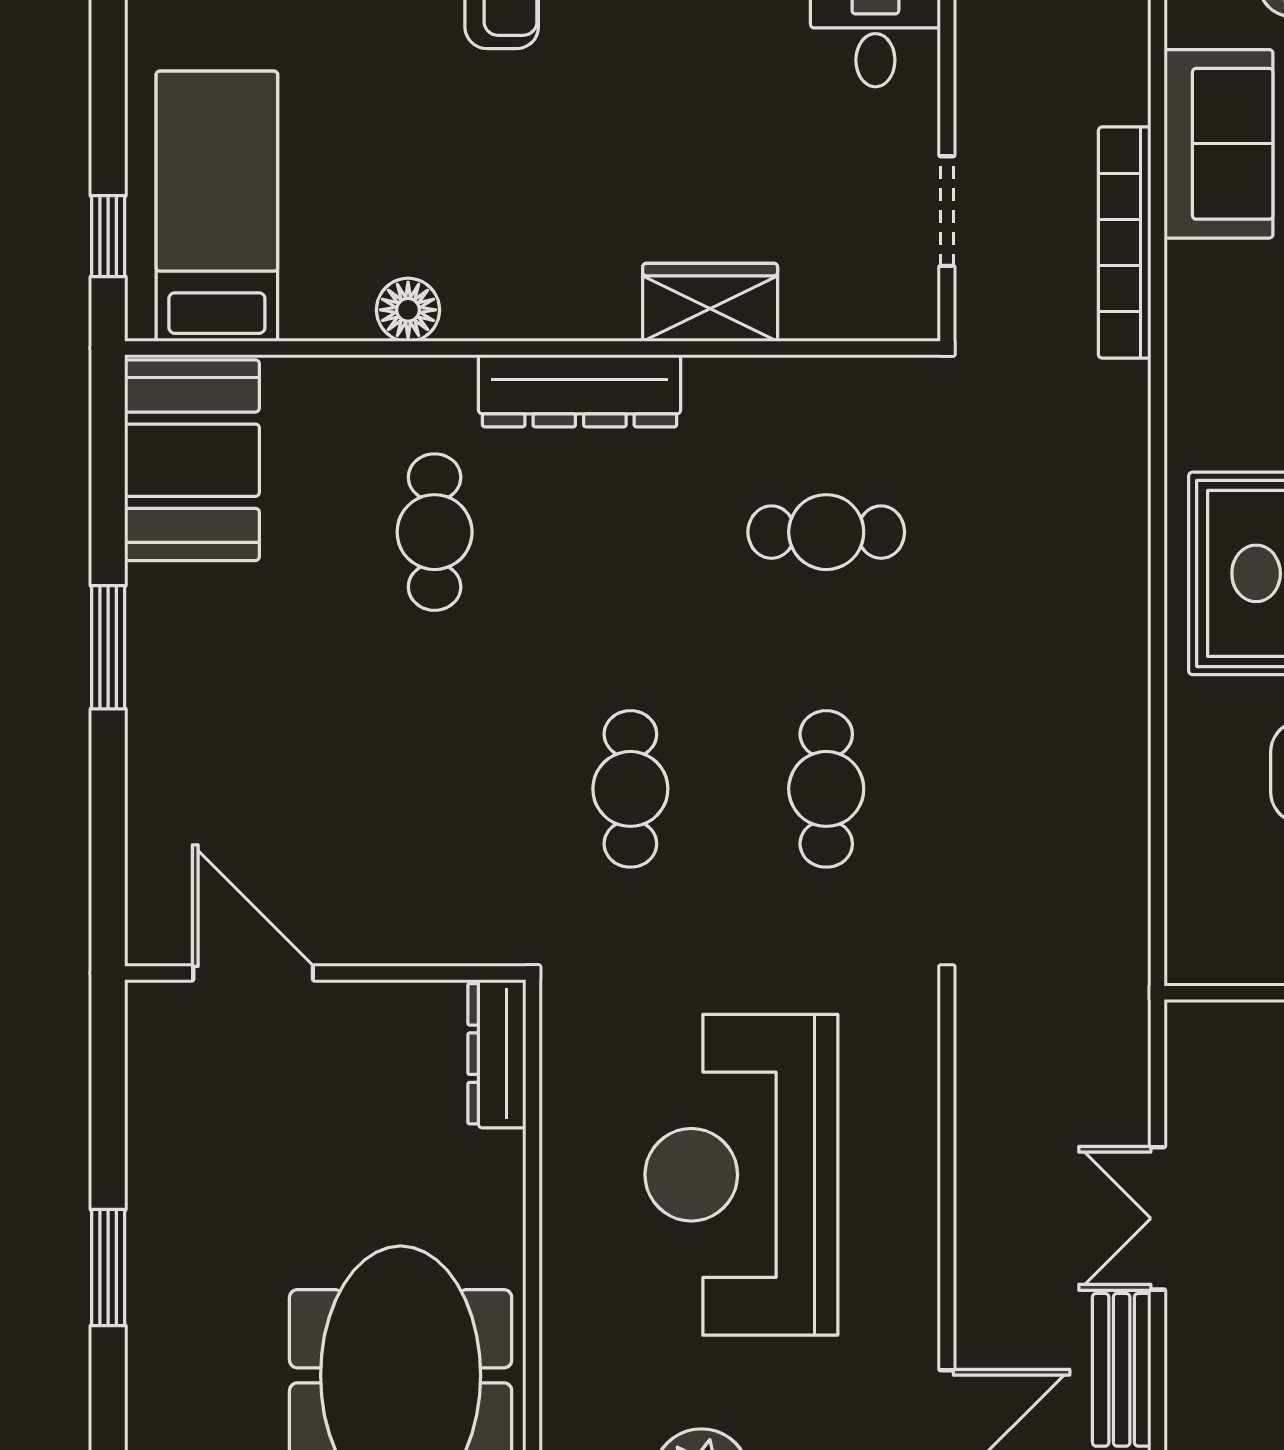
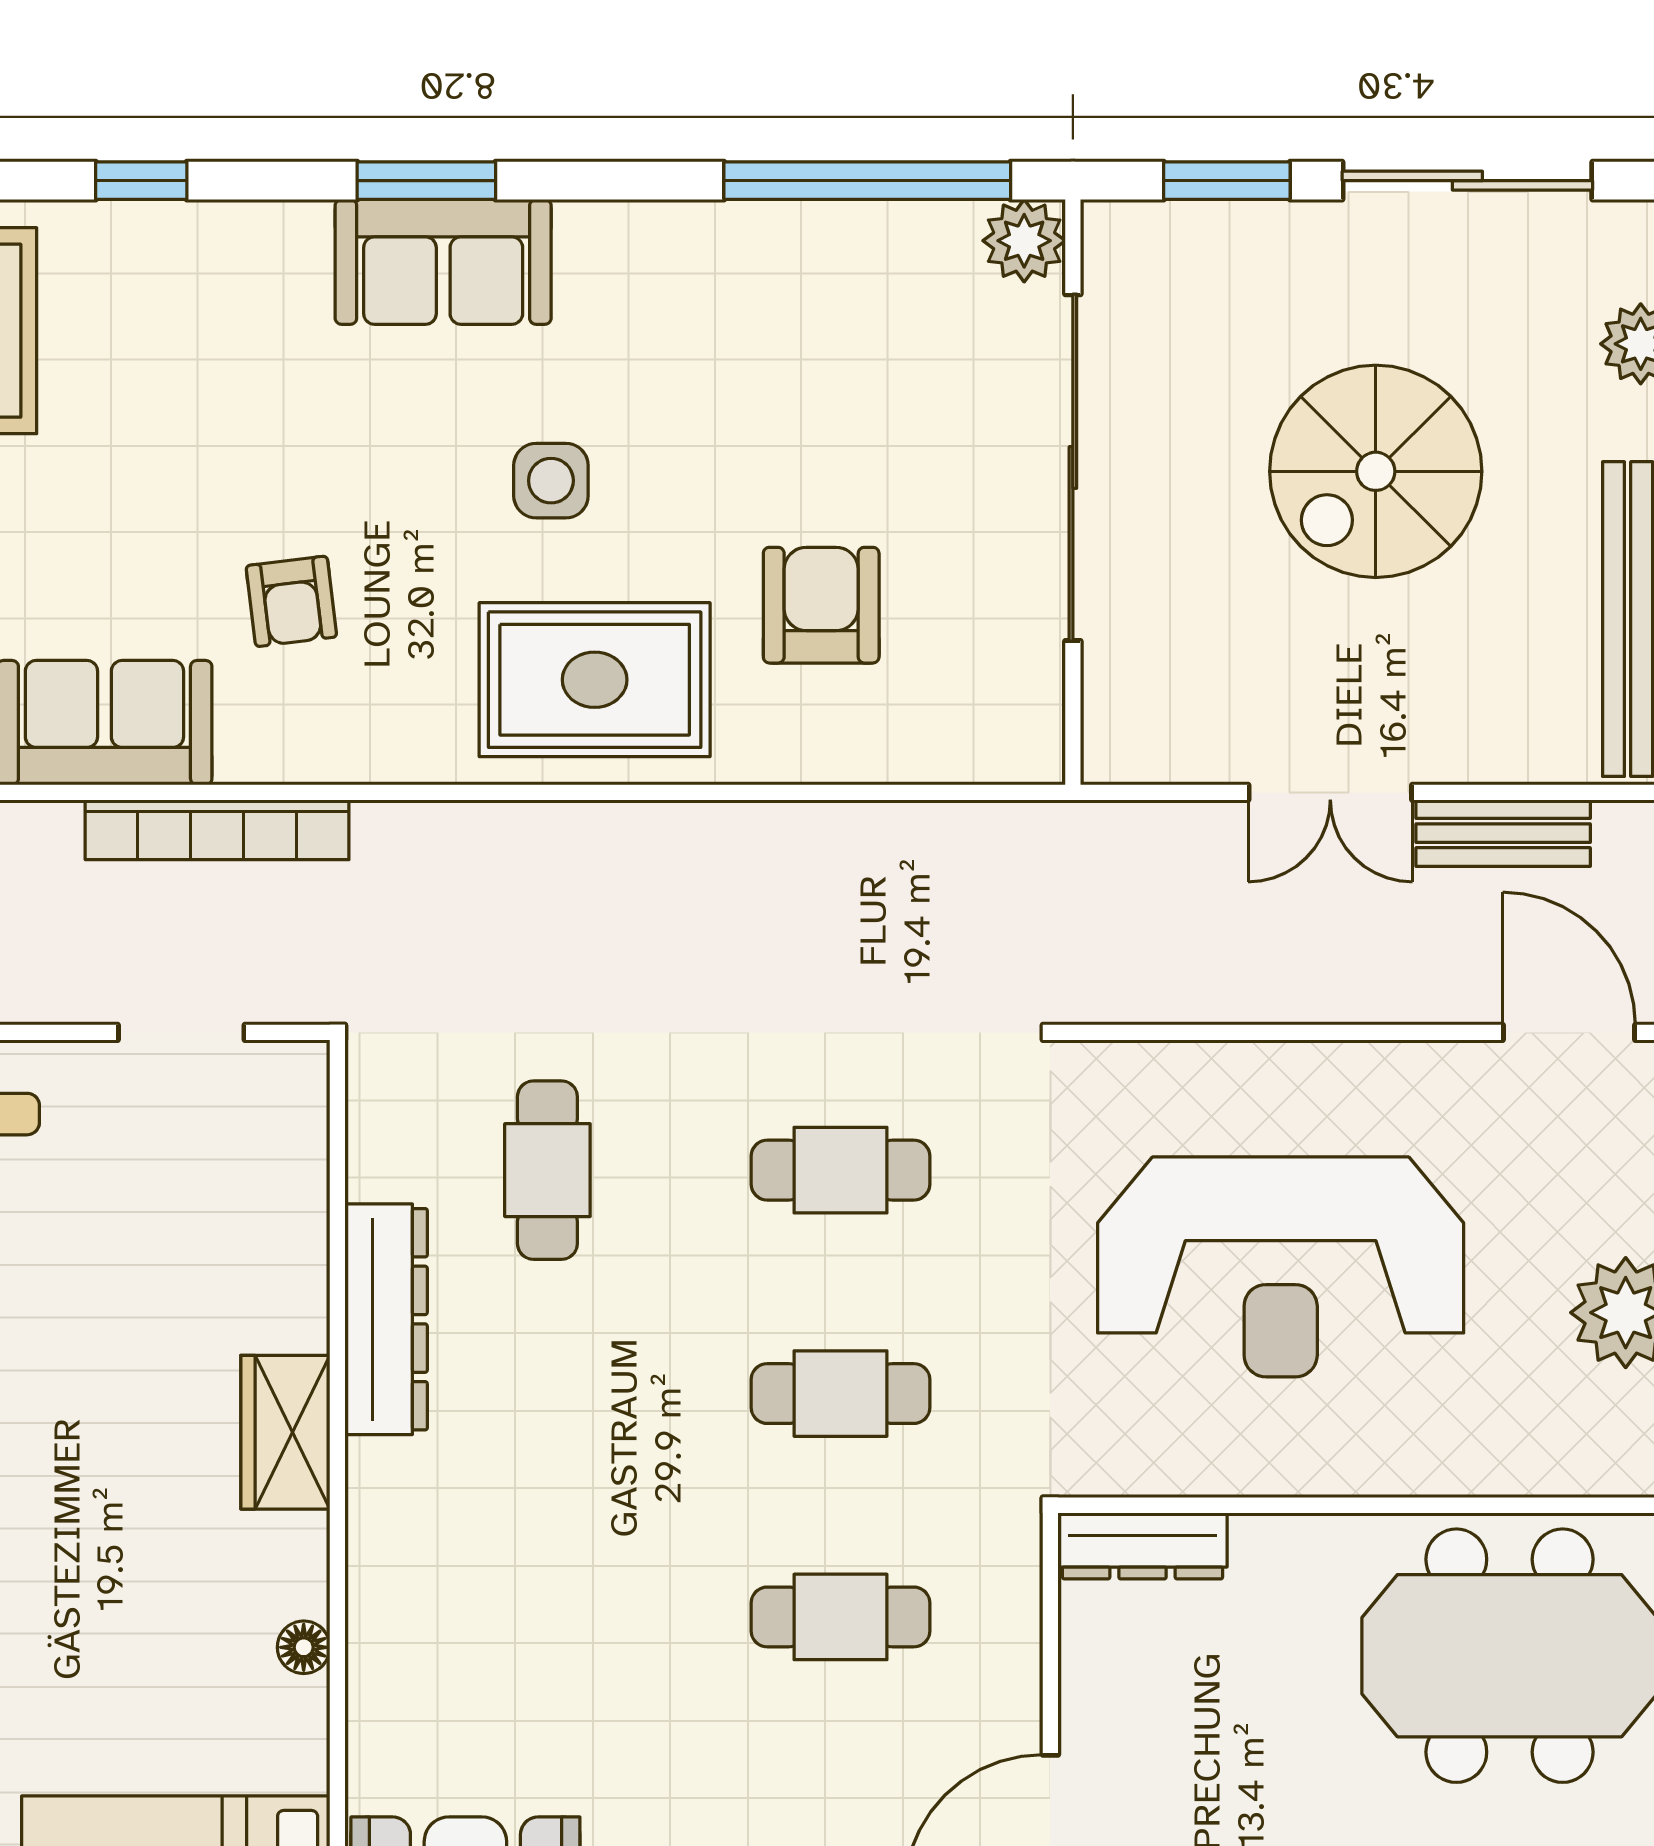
wardrobe: (710, 302) -> (285, 1432), moved
floor lamp: (408, 310) -> (304, 1647), width x0.73, depth x0.73
dresser: (580, 391) -> (386, 1319), moved
cafe table: (435, 532) -> (840, 1617), moved

